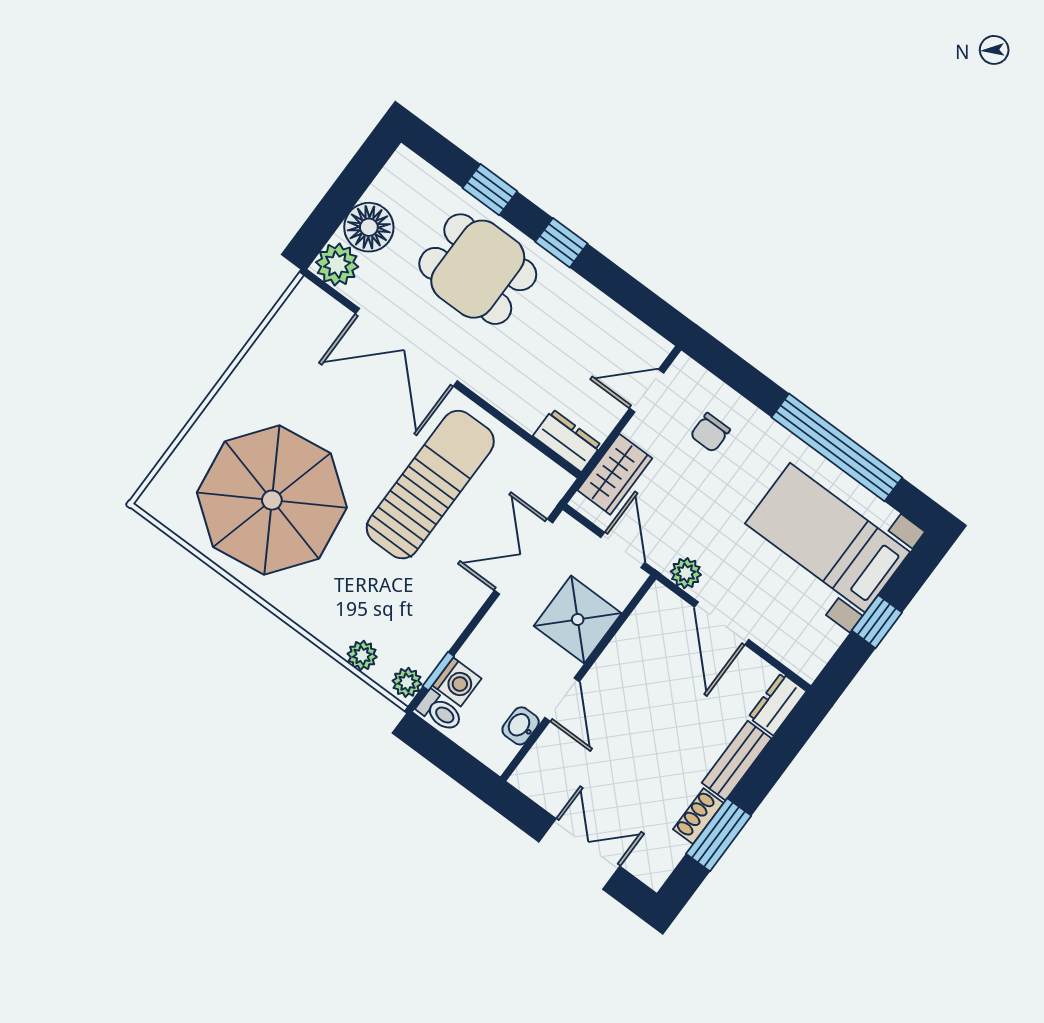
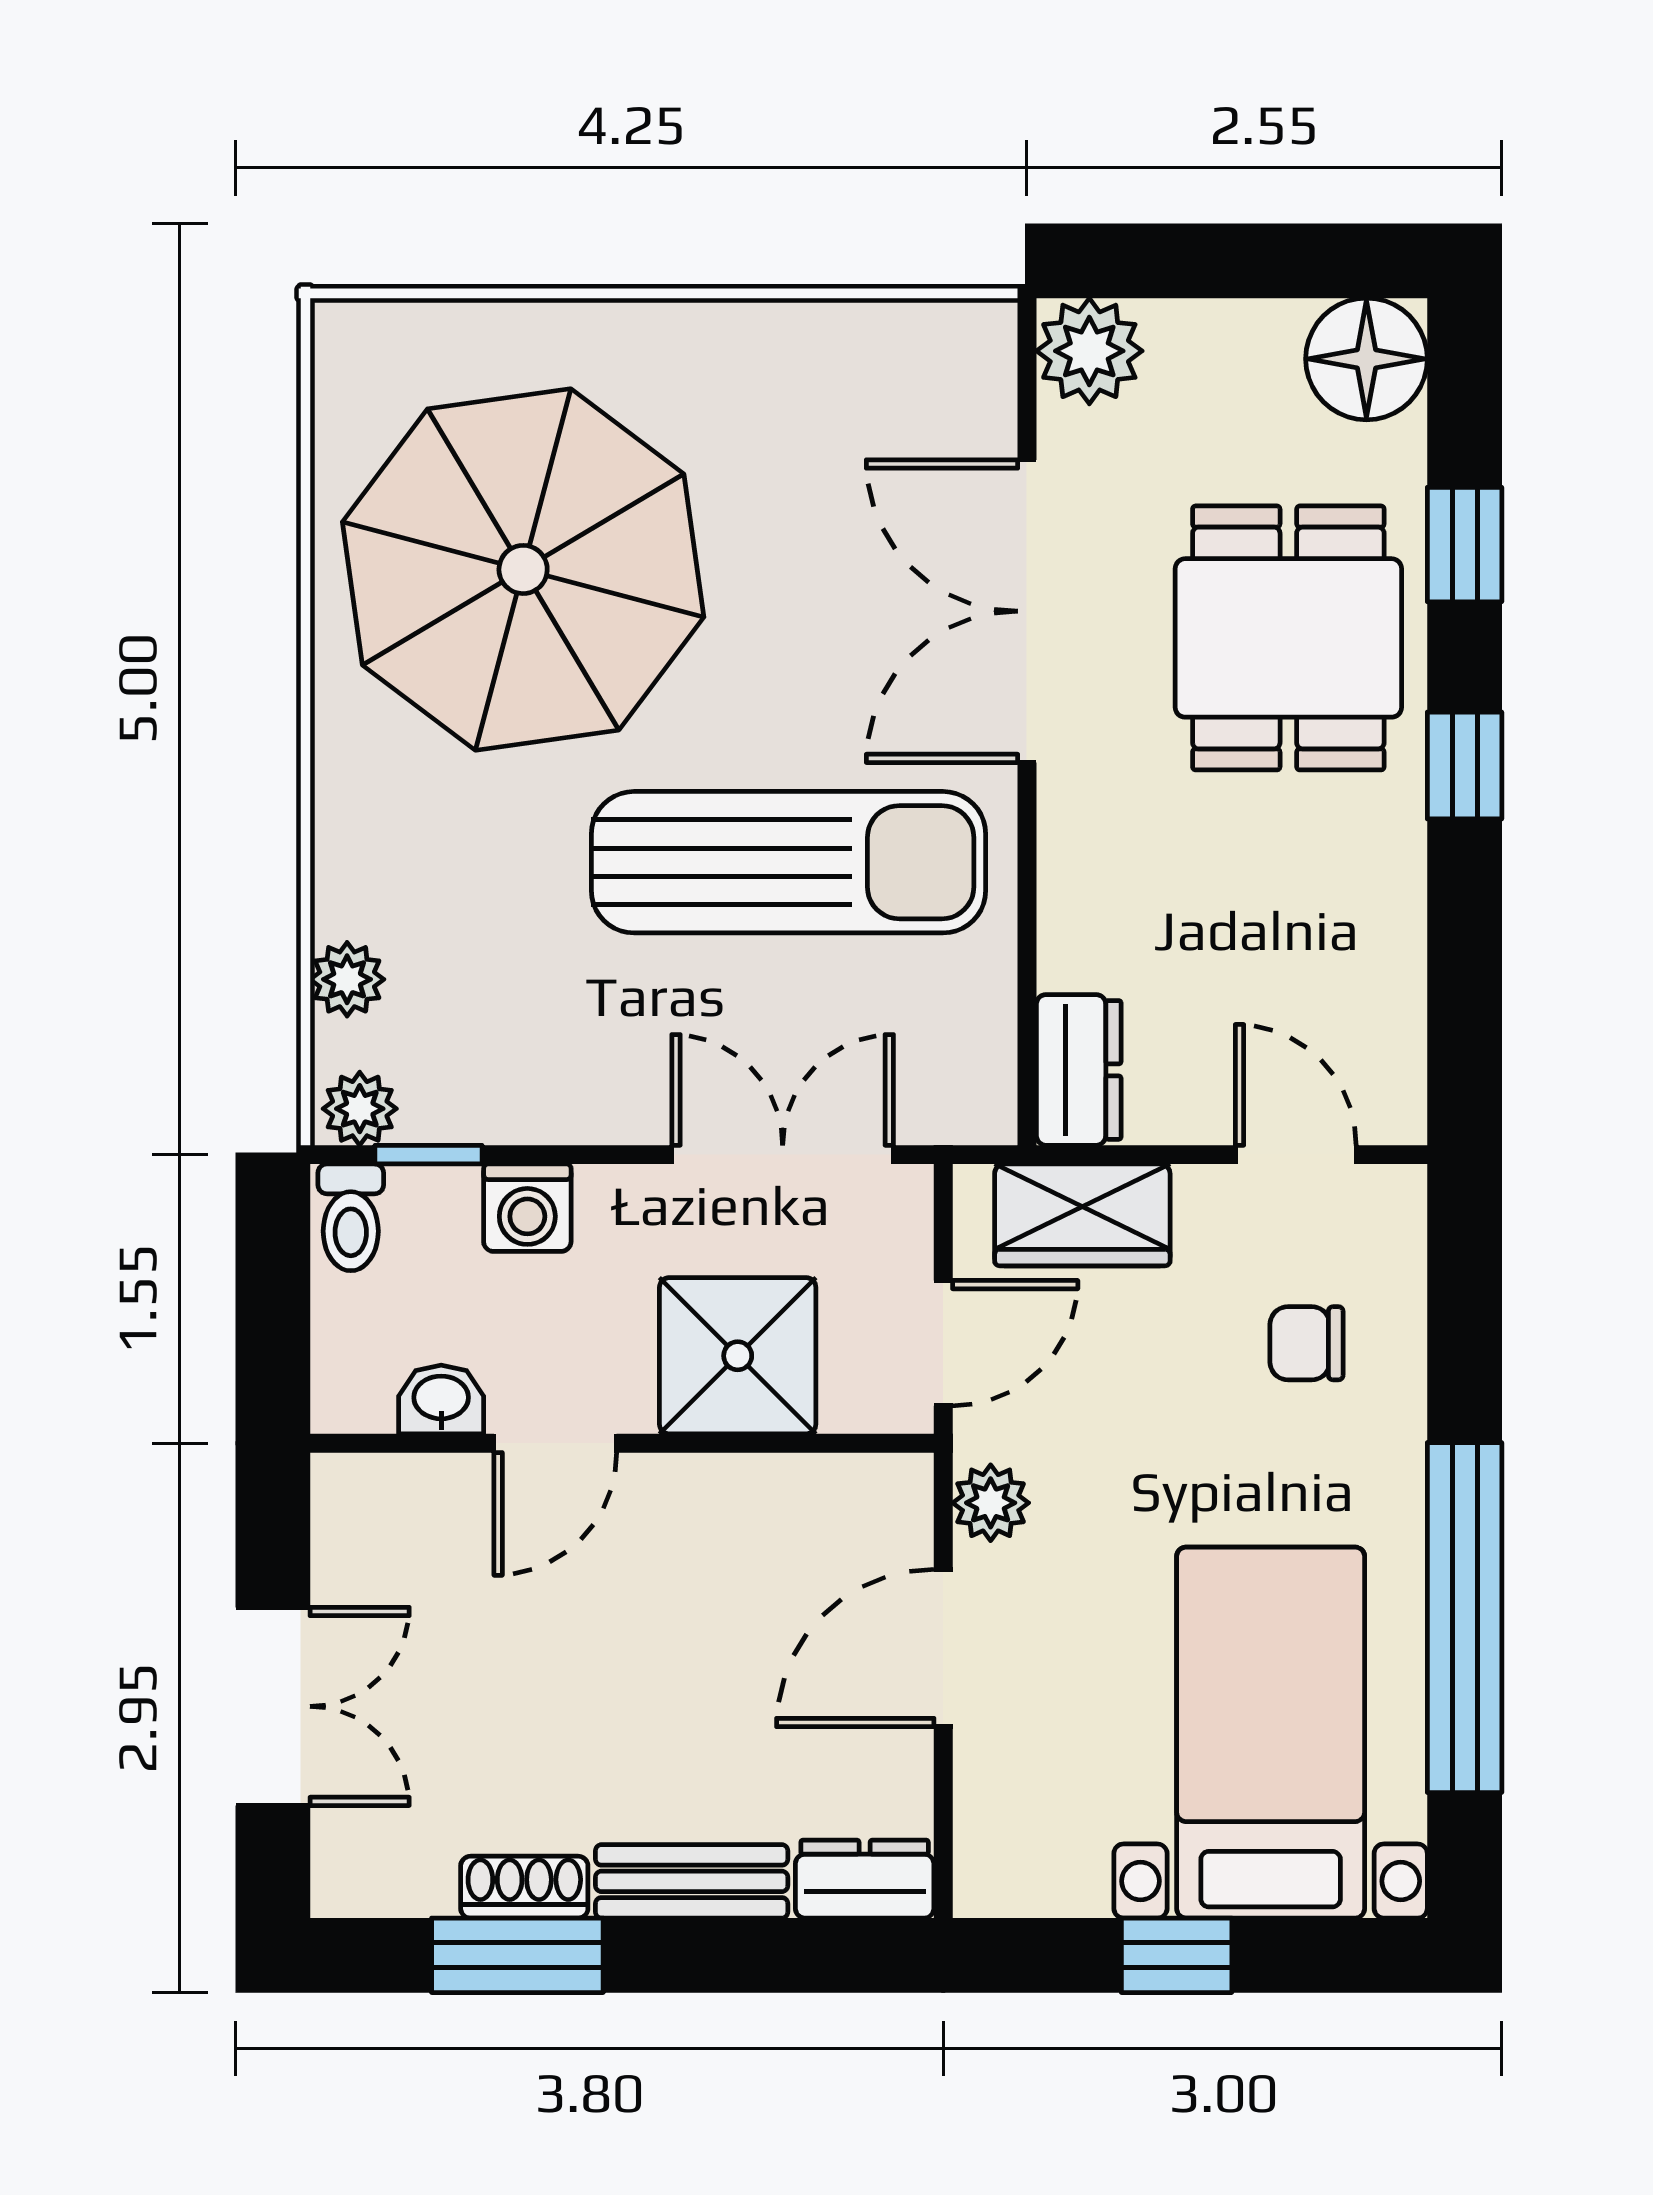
floor lamp: (369, 227) -> (1366, 359), moved
washing machine: (457, 682) -> (527, 1208), moved

